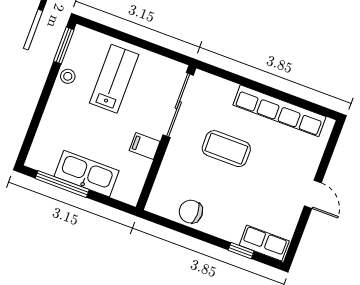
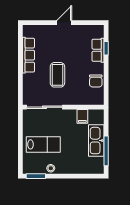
lab bench: (114, 79) -> (43, 144), turned 180
row of seats: (280, 111) -> (28, 55), width x0.73
filing cabinet: (145, 146) -> (82, 116), moved
row of seats: (264, 243) -> (98, 50), moved

